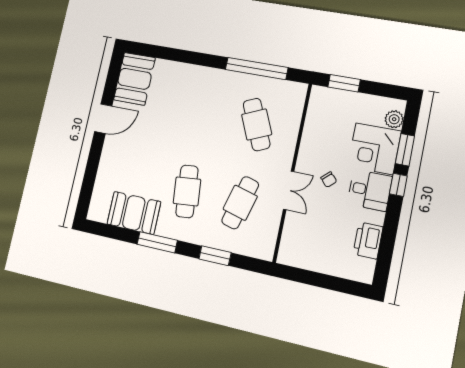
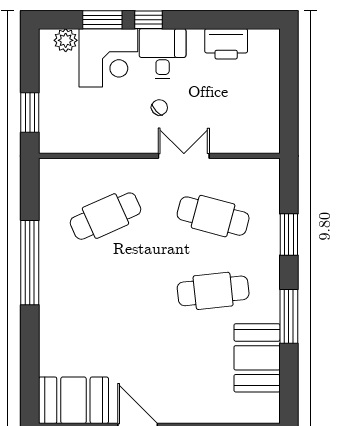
window: (257, 68) -> (30, 263), moved

